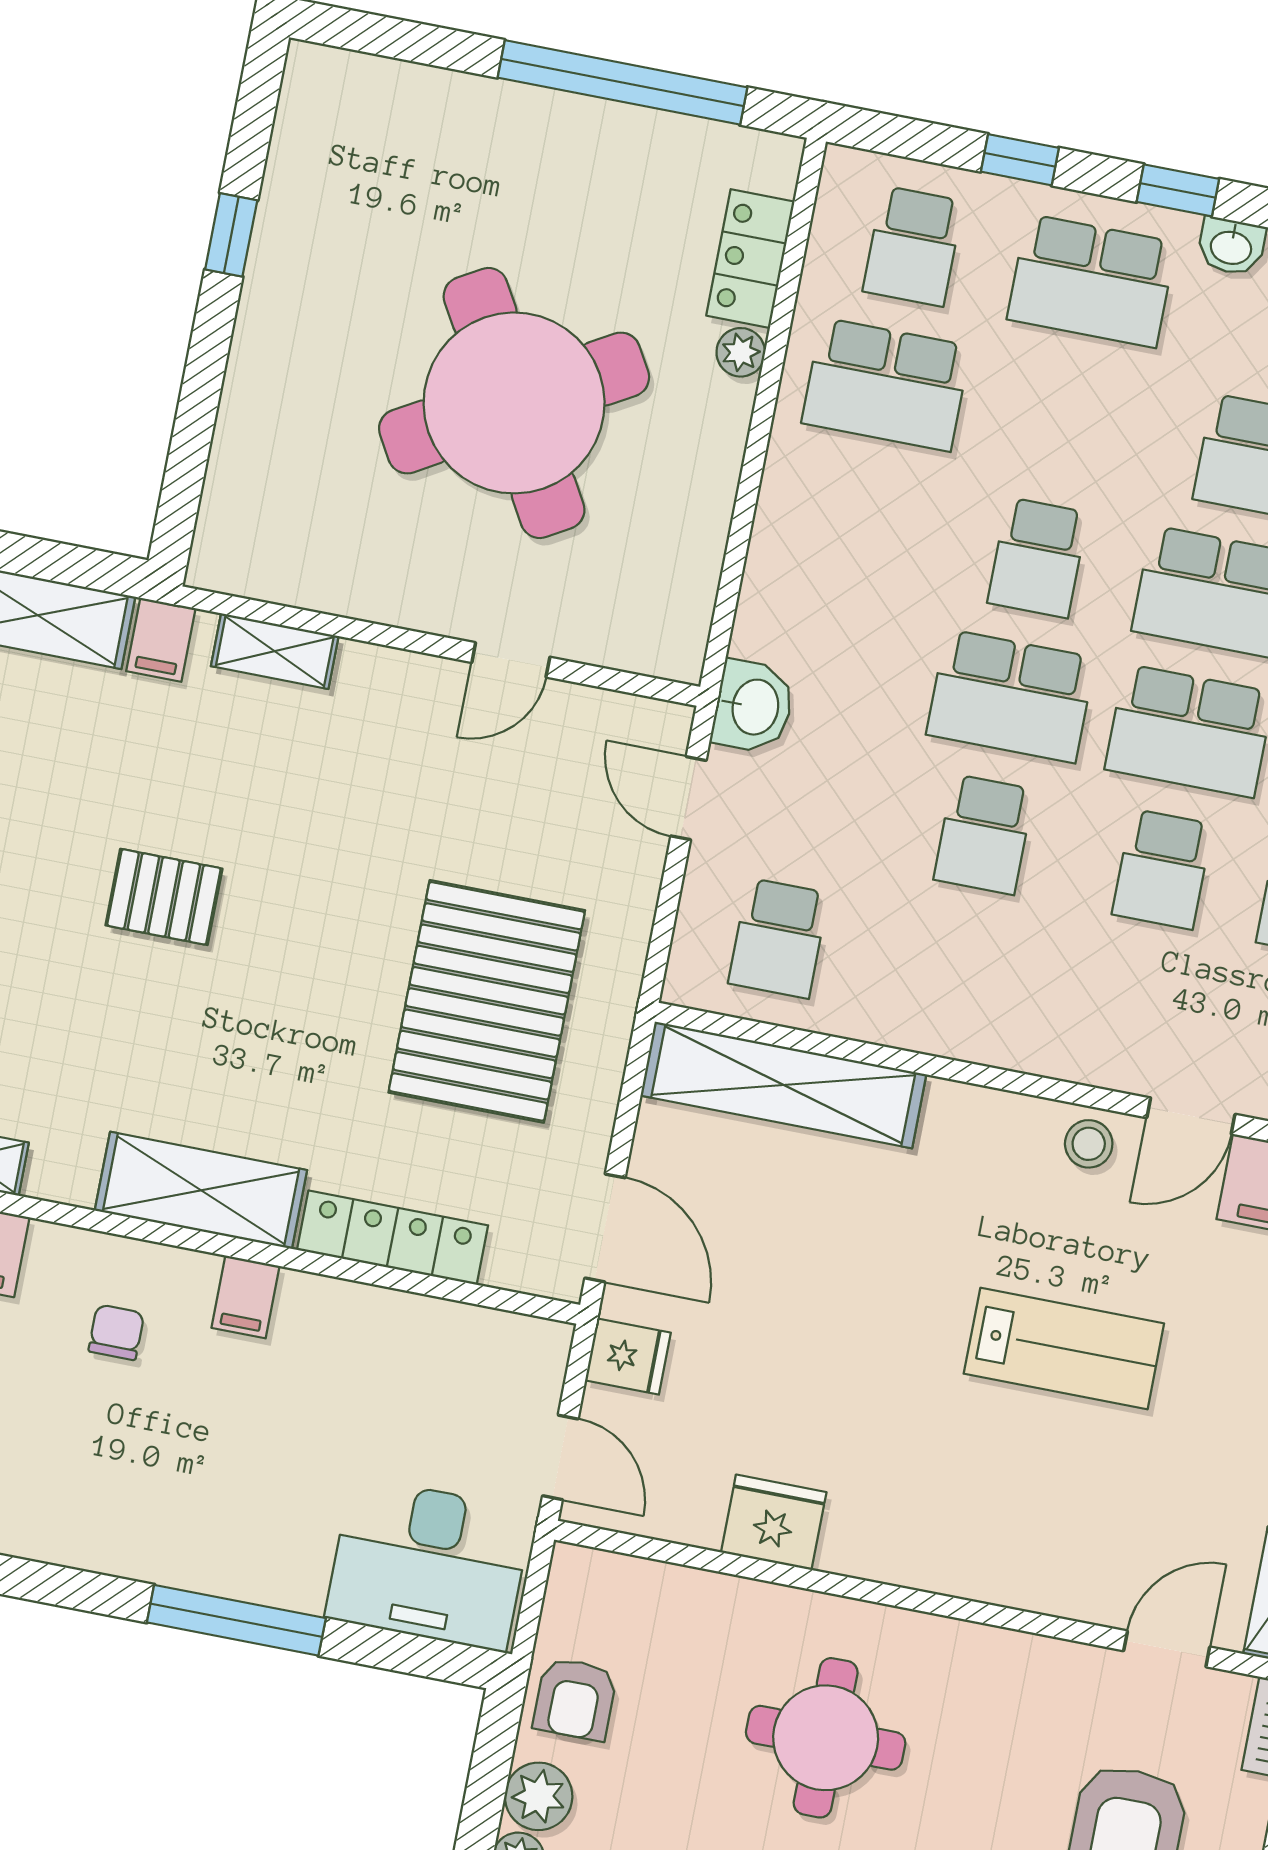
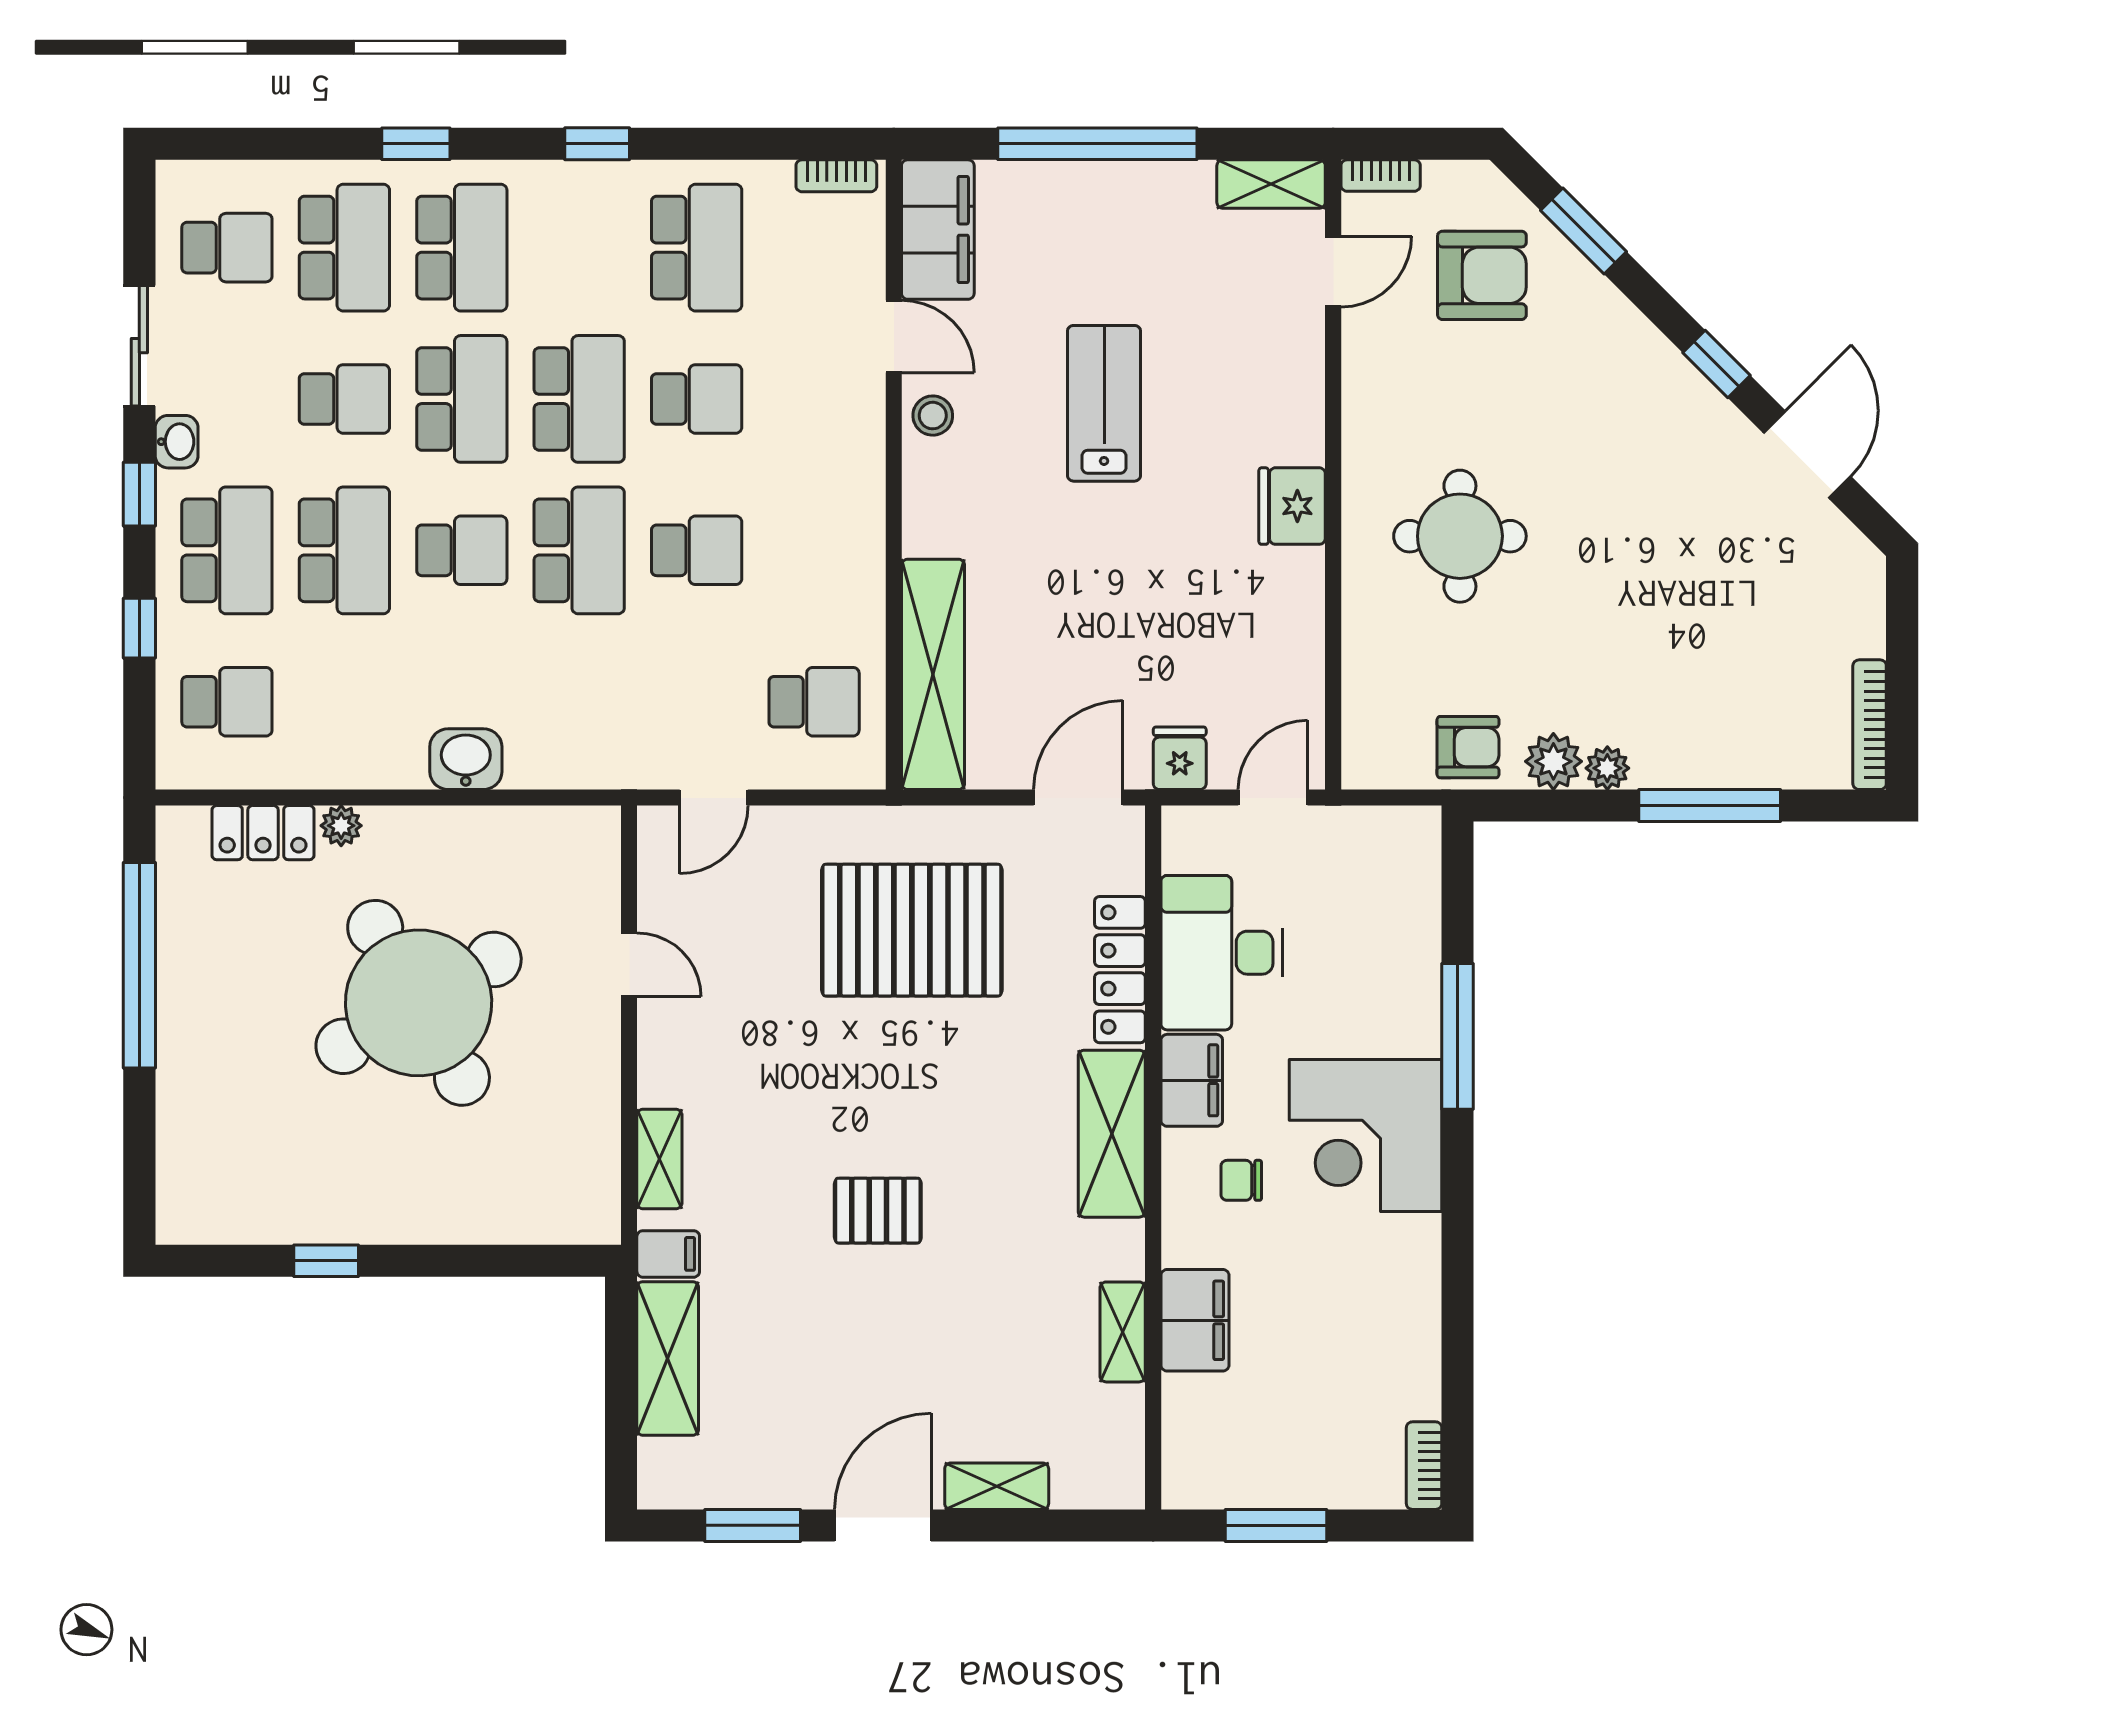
school desk: (886, 385) -> (344, 550), moved
washbasin: (753, 707) -> (466, 759), moved
pallet: (164, 897) -> (878, 1211), turned 90
filing cabinet: (246, 1297) -> (1192, 1080), width x2.00
corner desk: (141, 1489) -> (1365, 1136), added
fridge: (774, 1522) -> (1292, 506), moved
desk: (429, 1564) -> (1222, 953), moved, turned 180
door: (1167, 1649) -> (1333, 272), swing flipped

